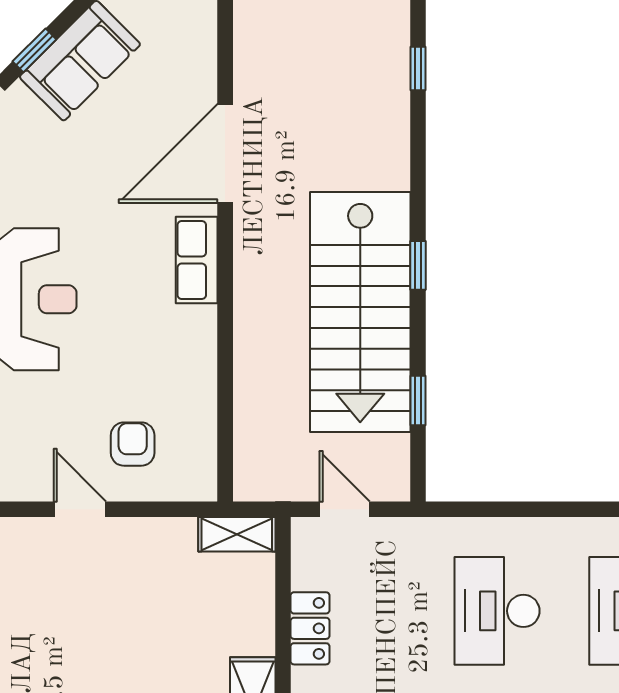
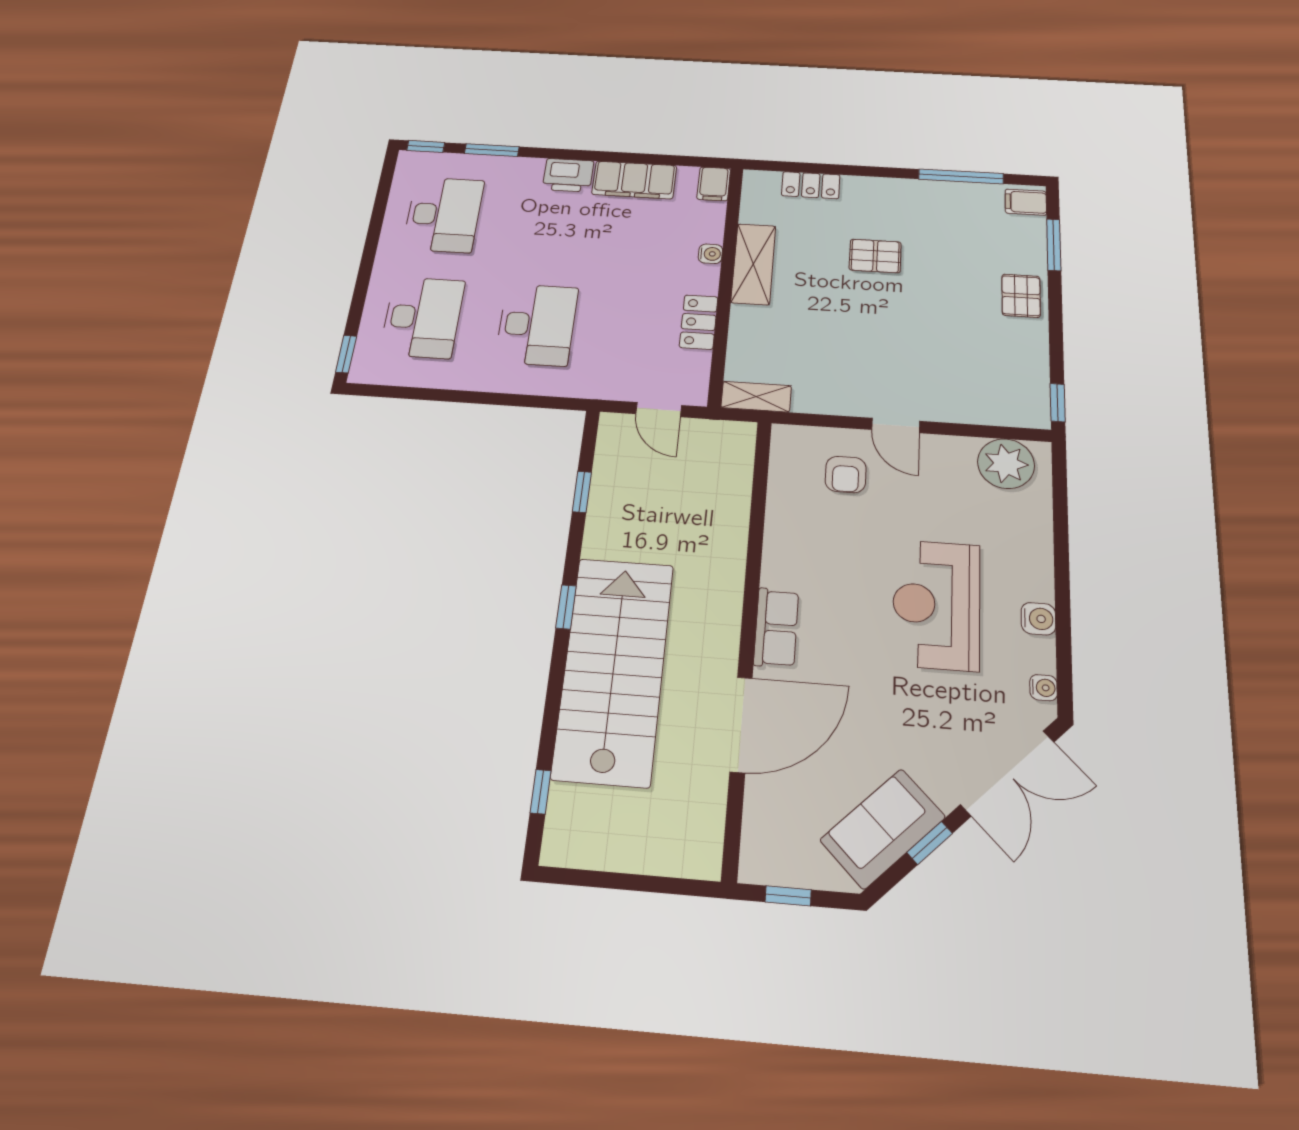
stairs: (360, 312) -> (614, 670), moved

